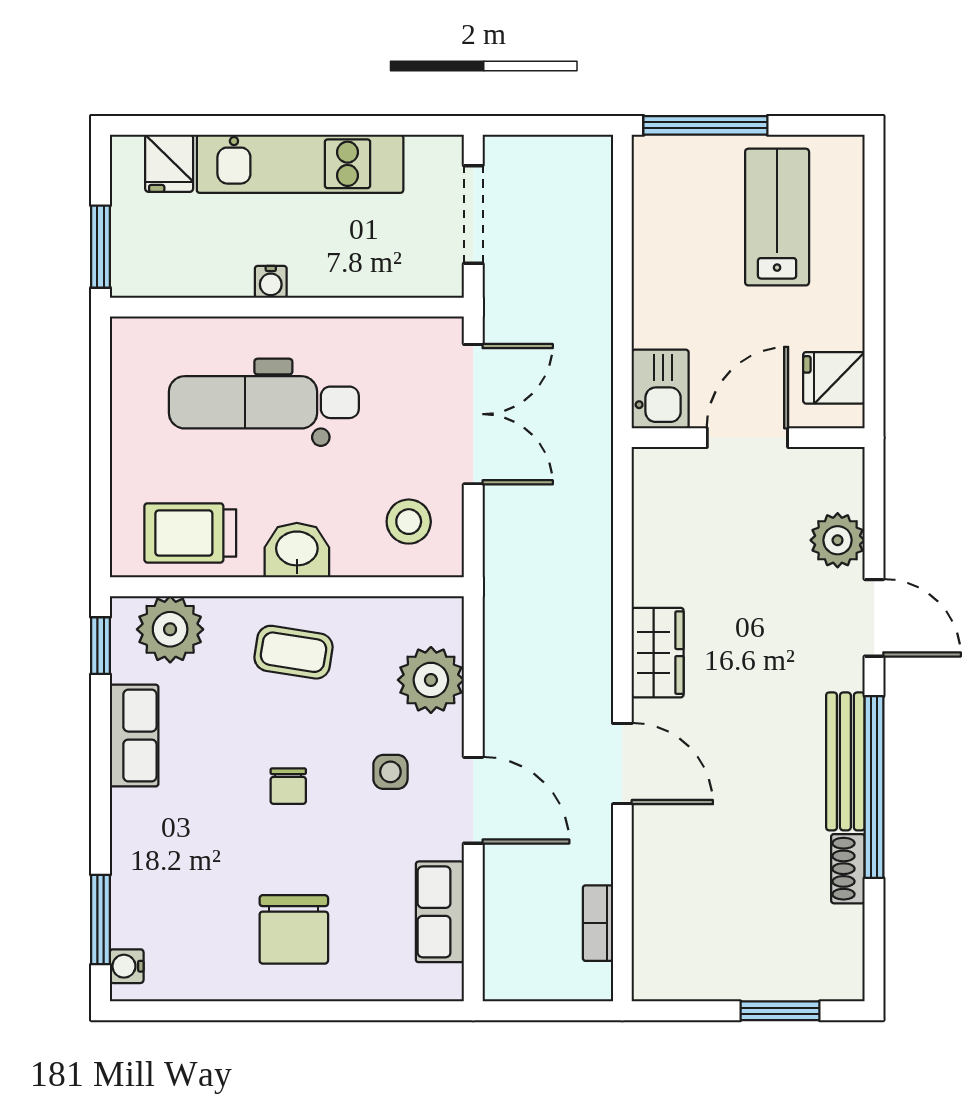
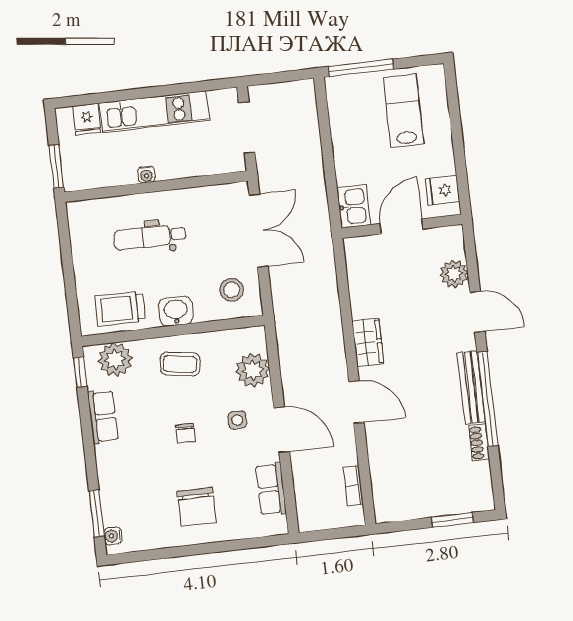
dental chair: (264, 402) -> (150, 237), width x0.73, depth x0.72

